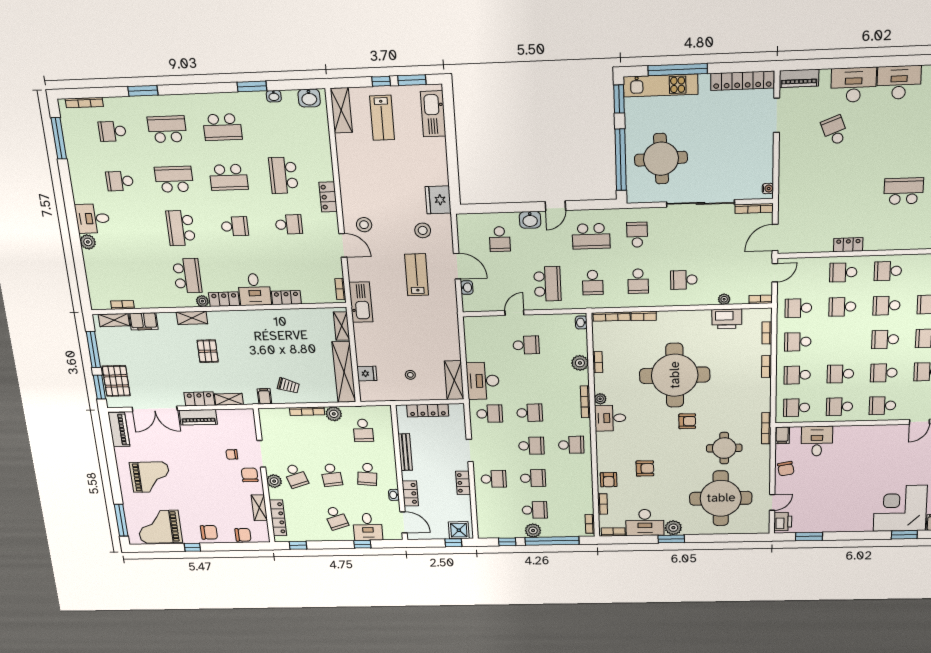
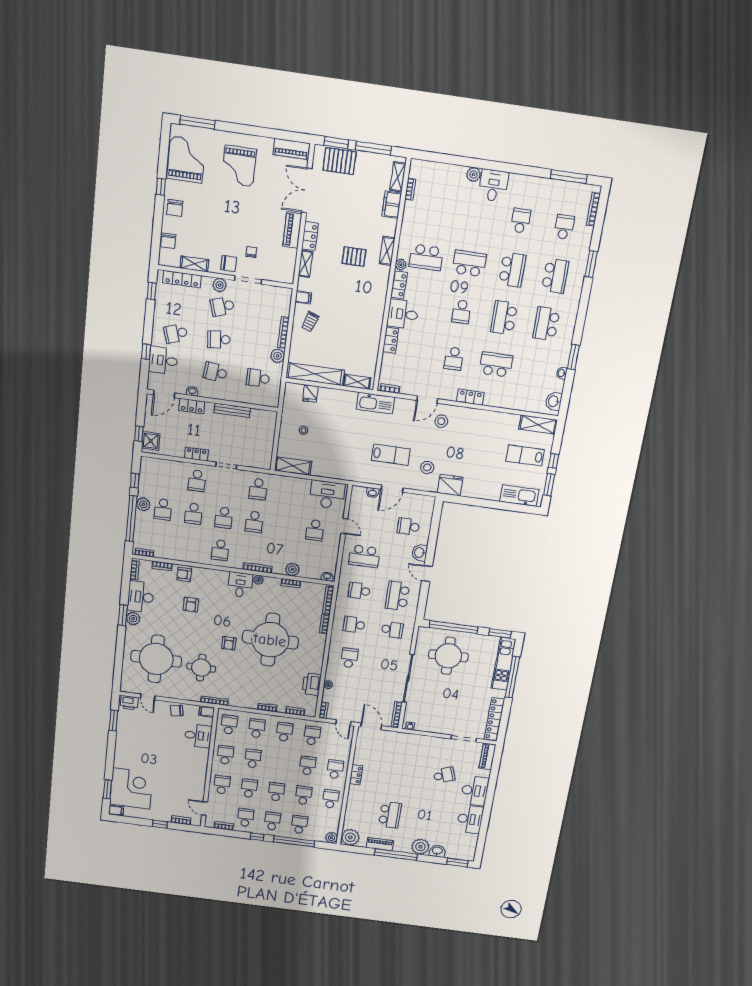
desk: (483, 381) -> (327, 495), moved
locker: (428, 410) -> (269, 438), removed

